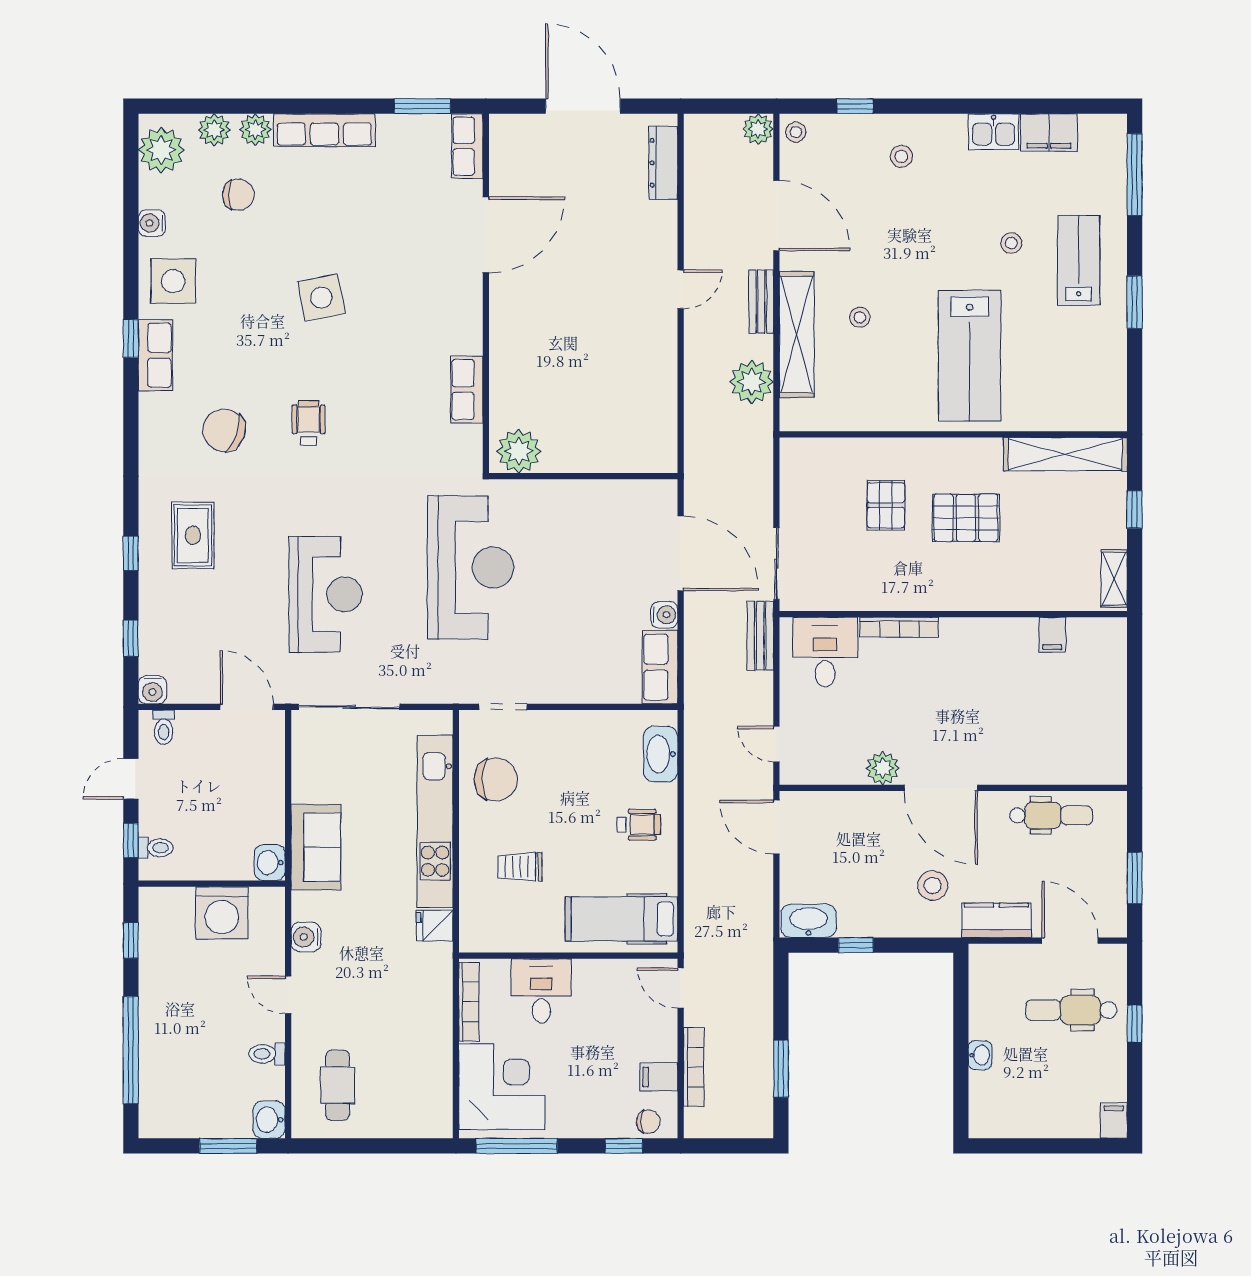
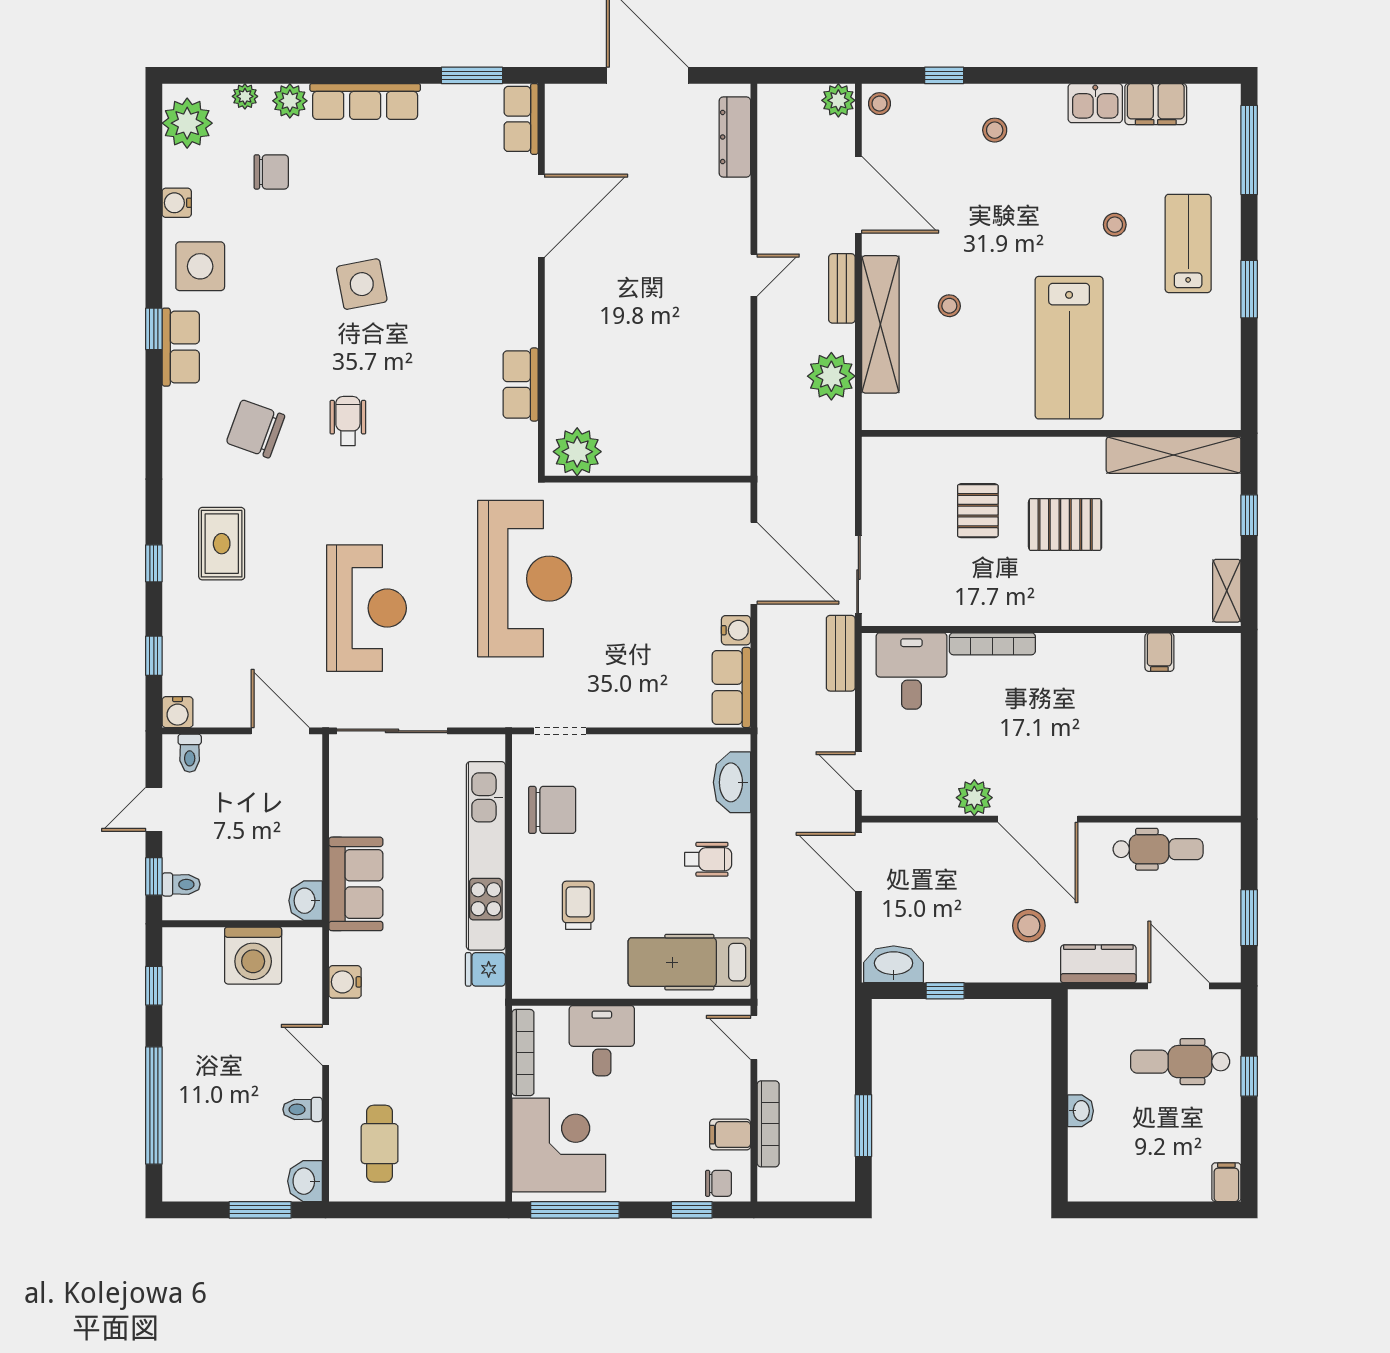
plant: (214, 130) -> (245, 96), width x0.73, depth x0.73
trolley: (520, 867) -> (578, 905), turned 90

